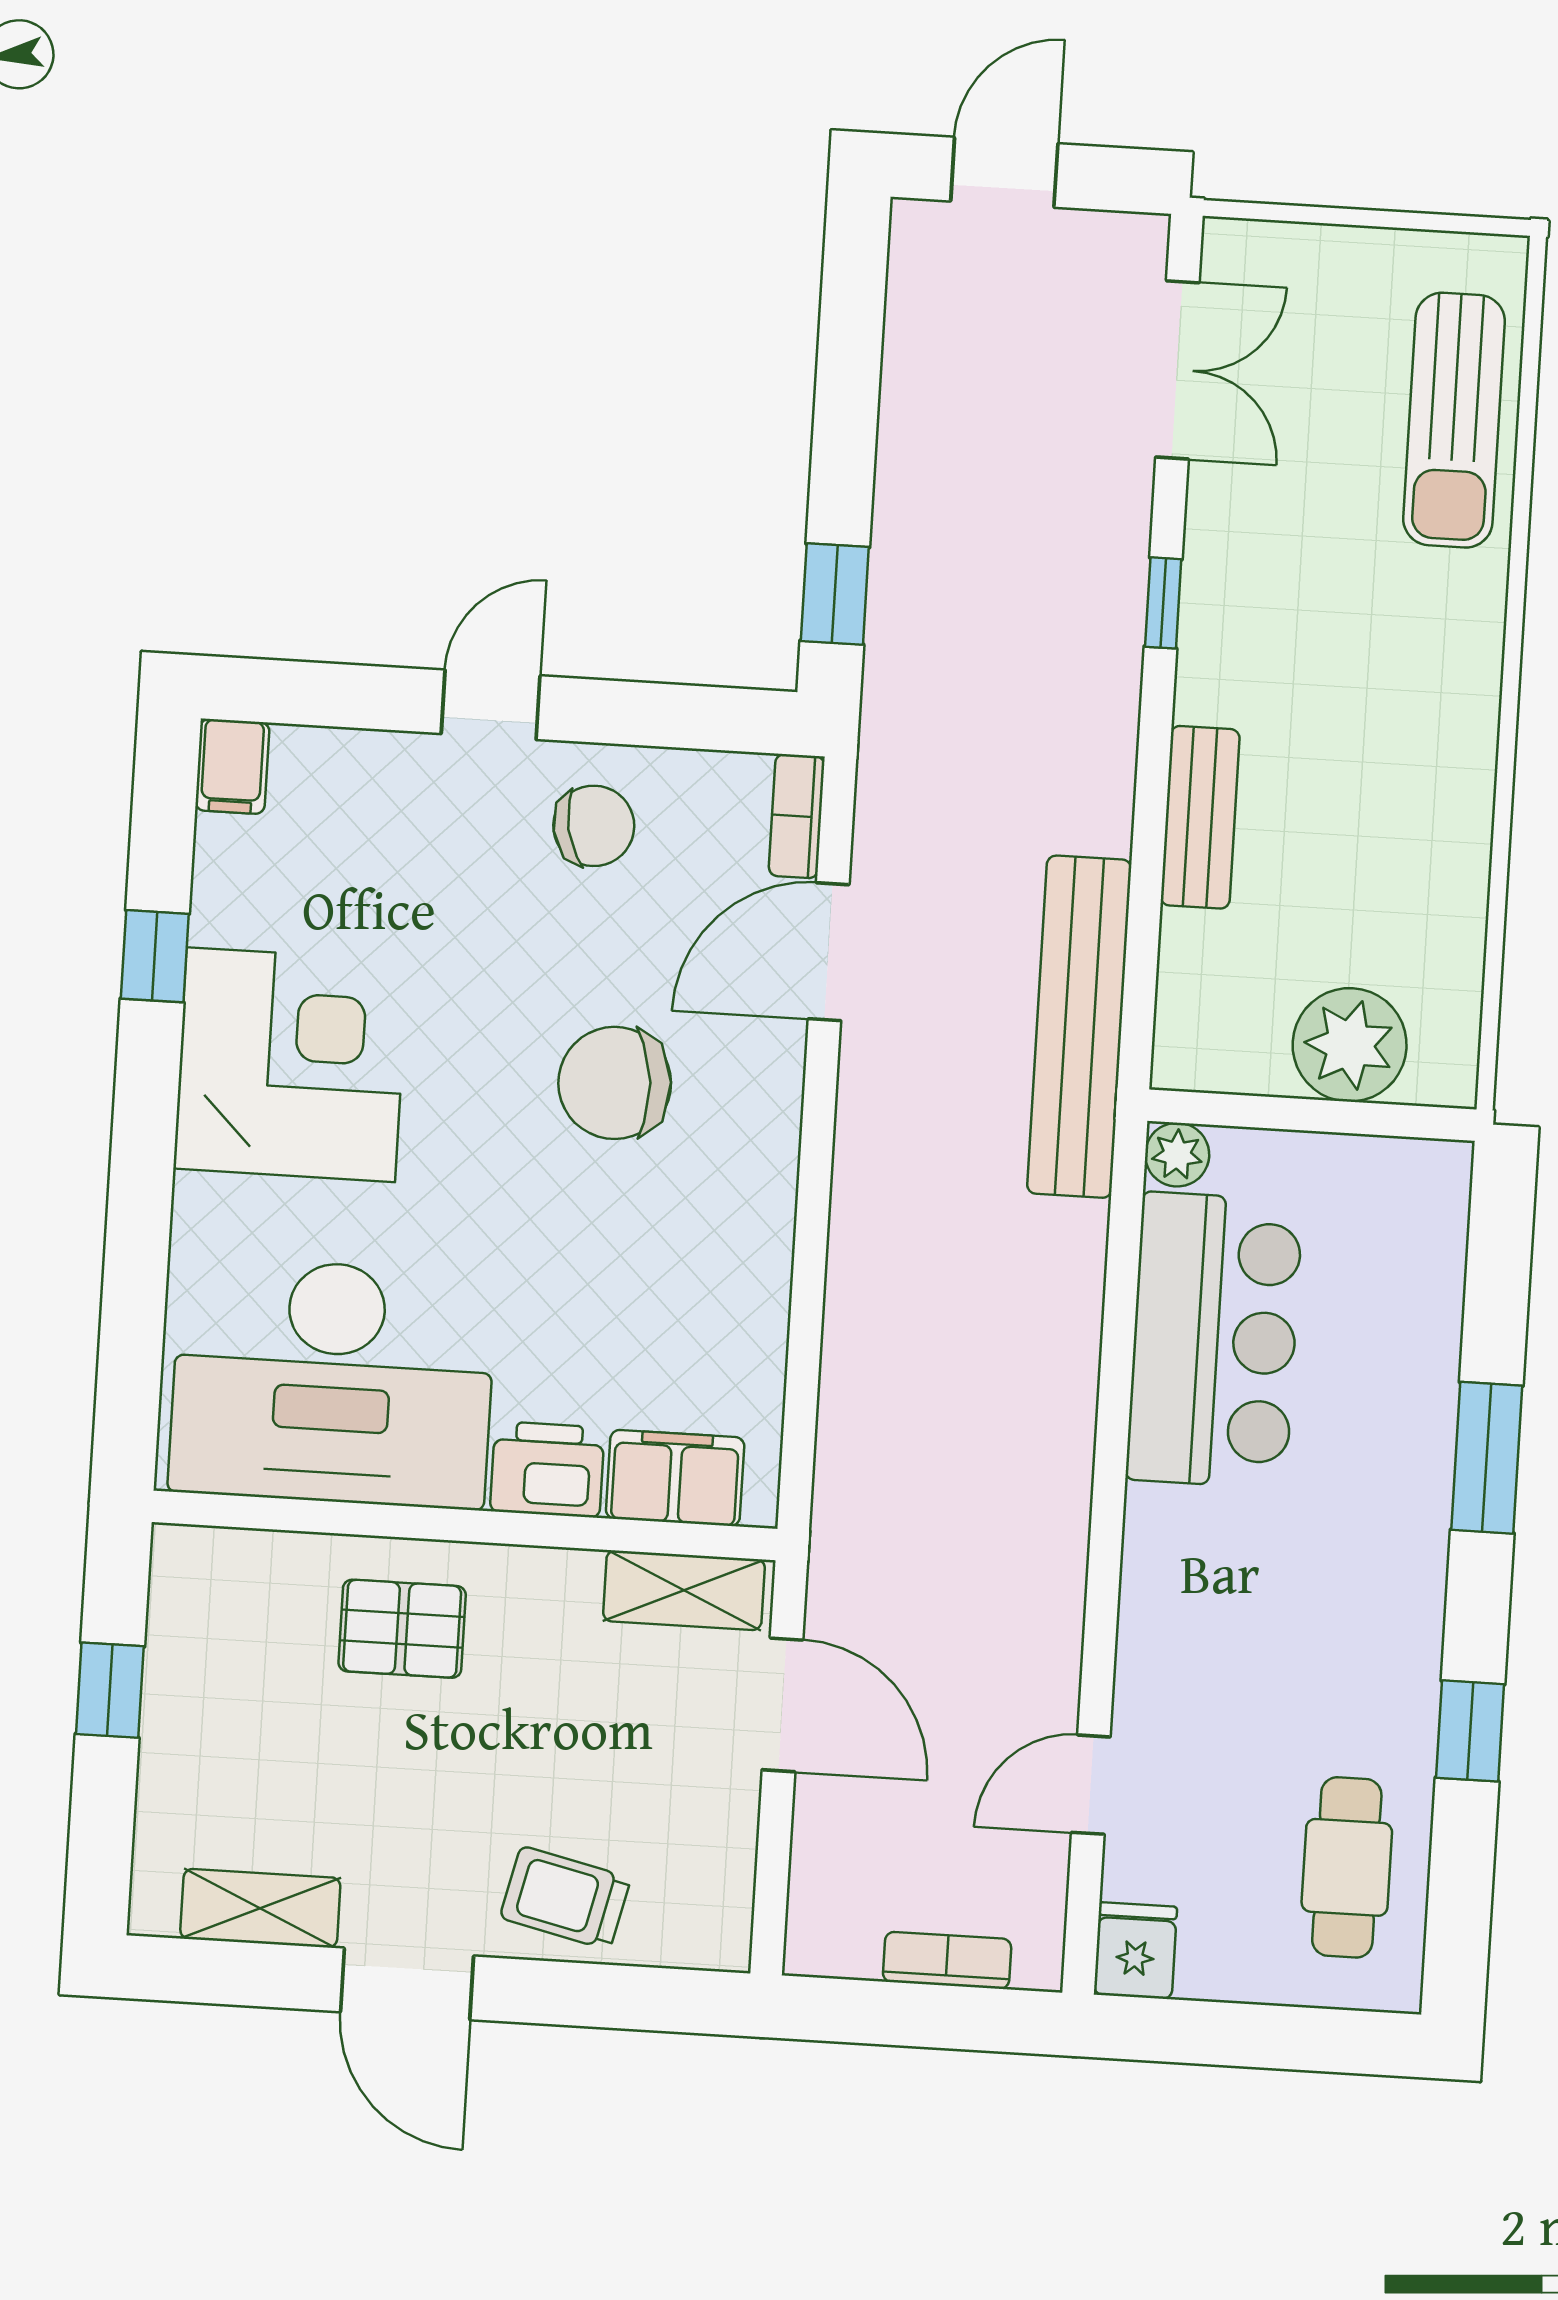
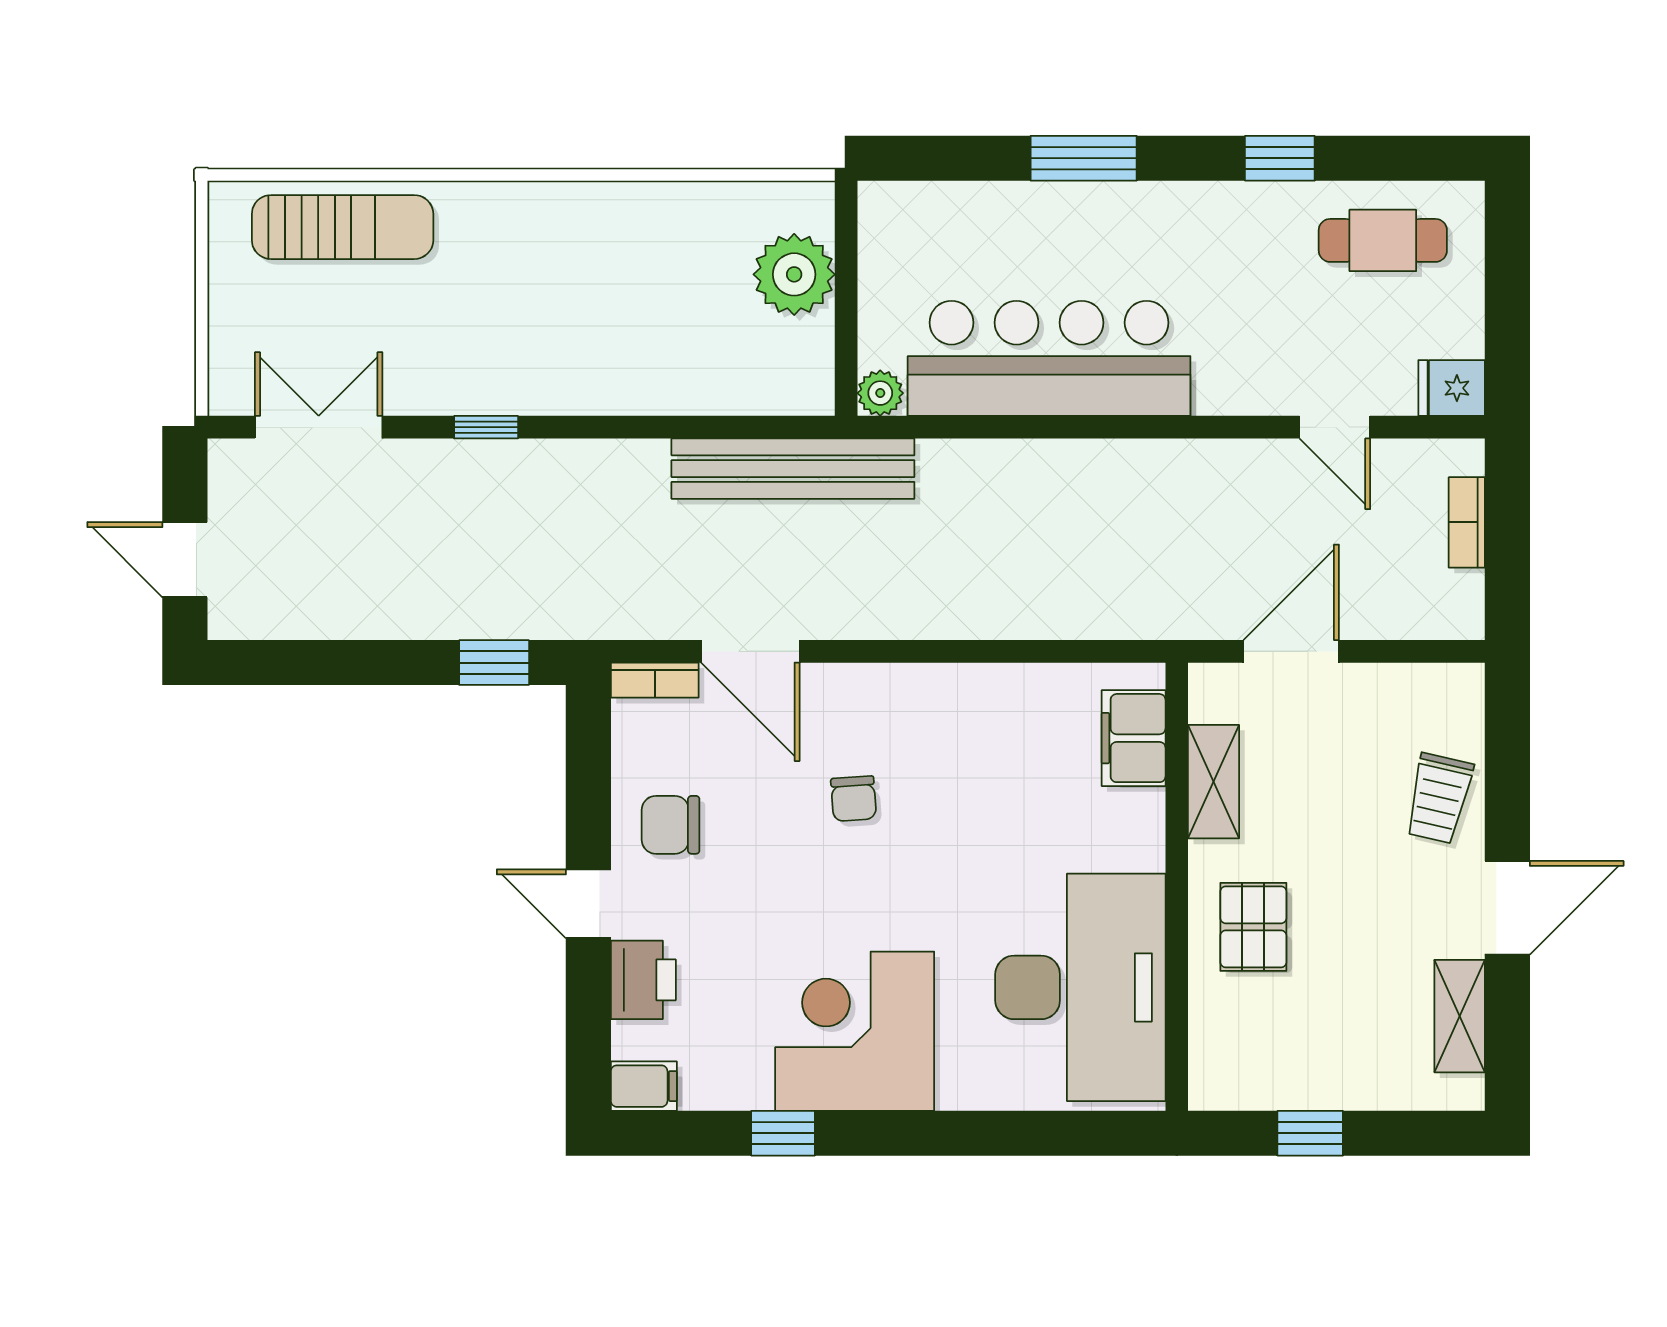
bench: (1200, 817) -> (638, 391), removed
chair: (594, 826) -> (671, 825), turned -79
chair: (615, 1083) -> (854, 799), width x0.54, depth x0.54
bar counter: (1214, 1340) -> (1049, 358), width x1.36
printer: (547, 1469) -> (643, 980), moved, turned 180
shelving: (684, 1590) -> (1213, 782), moved

